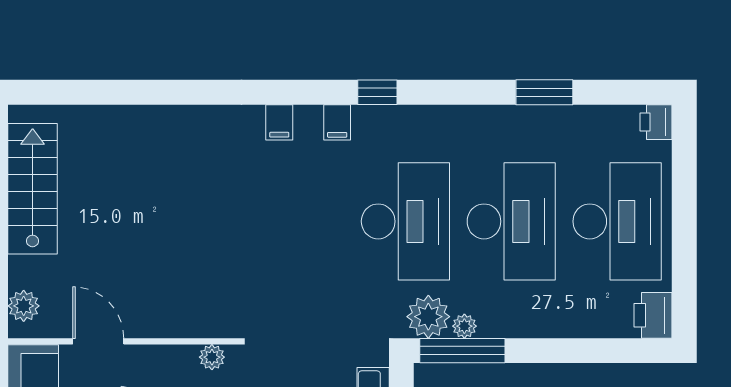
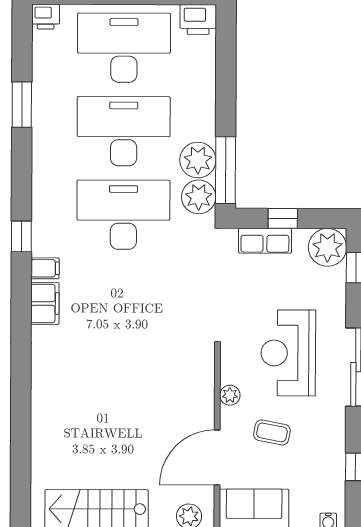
filing cabinet: (279, 122) -> (45, 304), width x2.00
plant: (464, 326) -> (198, 160), width x1.87, depth x1.87
door: (98, 341) -> (217, 458), width x1.36
plant: (212, 357) -> (230, 395), moved

